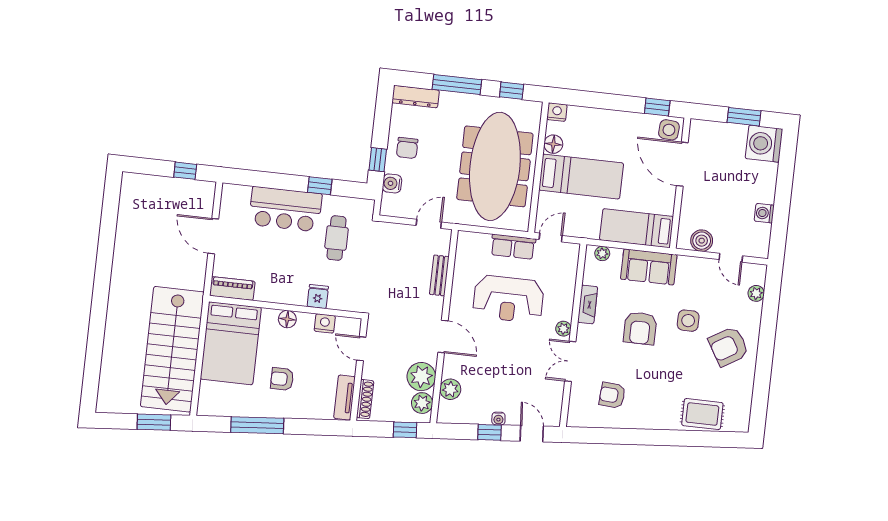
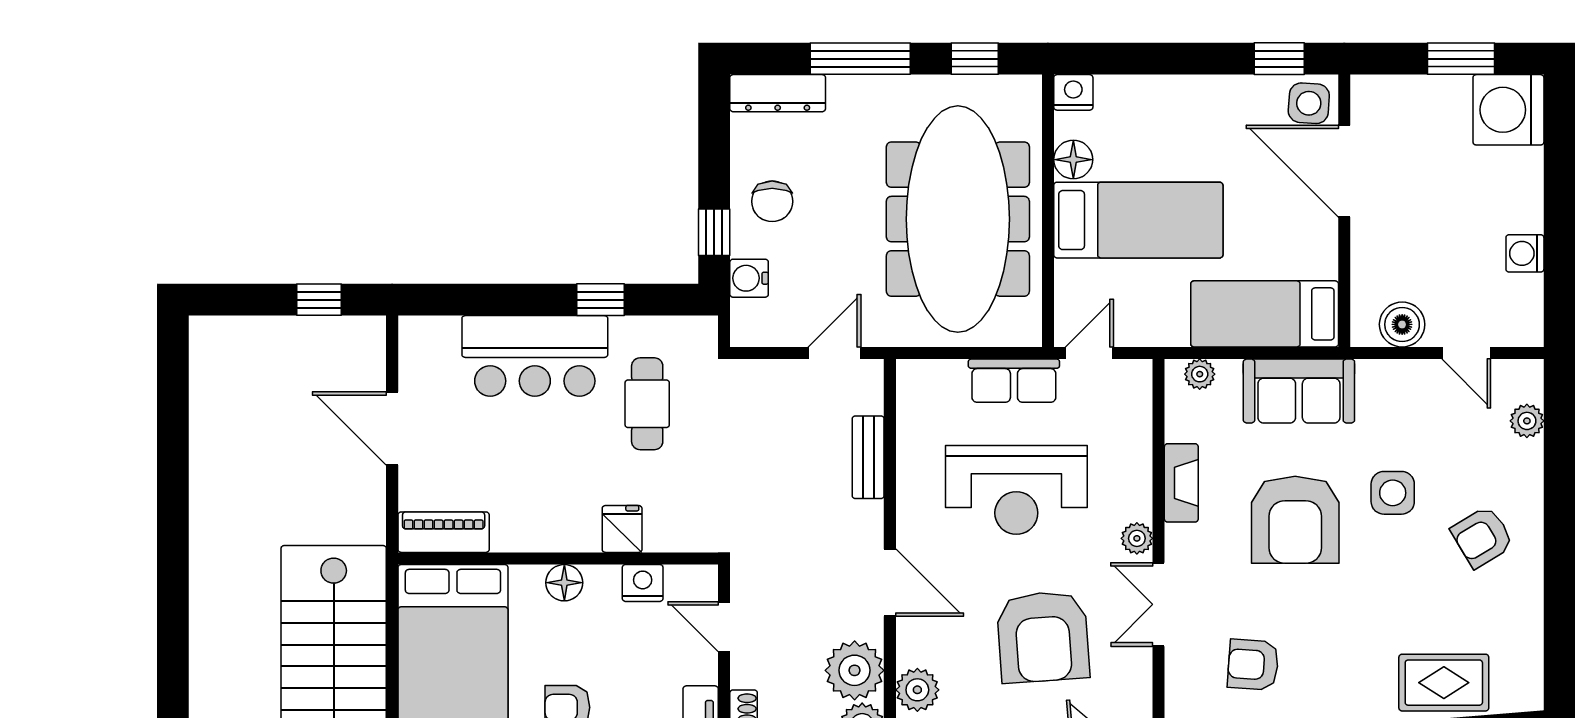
armchair: (640, 328) -> (1295, 520), width x1.36, depth x1.36
armchair: (729, 346) -> (1482, 537), width x0.72, depth x0.72
armchair: (513, 371) -> (1043, 637), added

